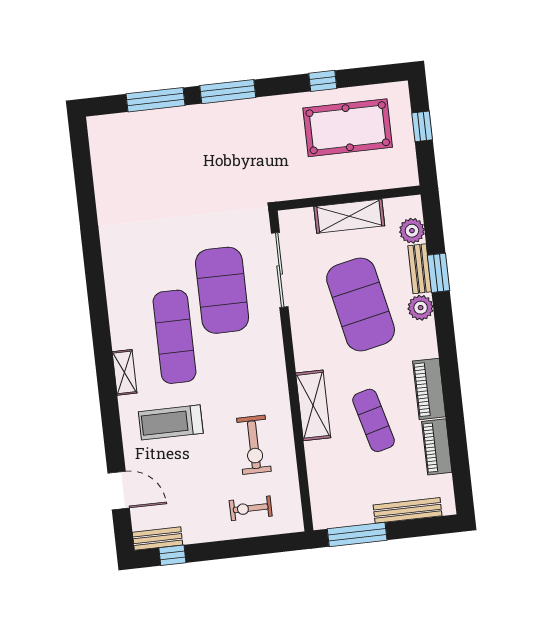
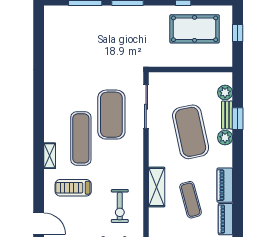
shelving: (349, 216) -> (190, 80), removed

